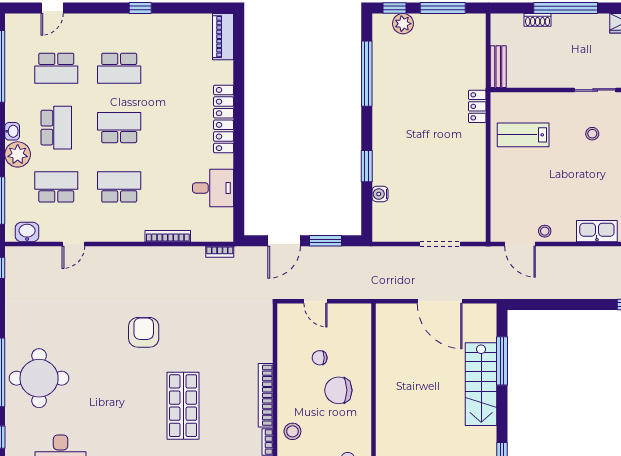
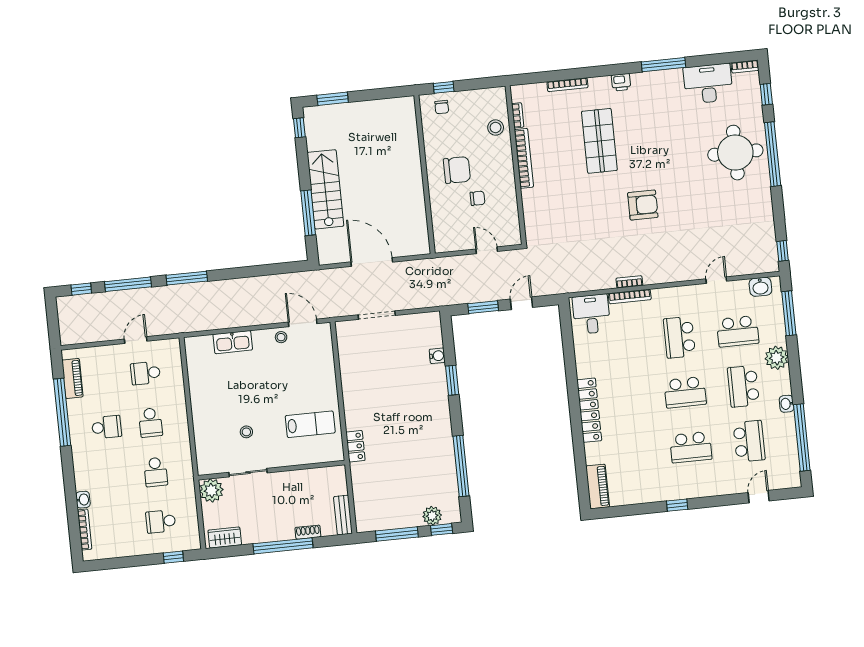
bench: (498, 67) -> (343, 515), moved
school desk: (56, 68) -> (749, 441), turned 90
school desk: (119, 68) -> (691, 447), turned 180
washbasin: (12, 131) -> (786, 404), moved
school desk: (119, 187) -> (679, 337), turned 90
desk: (213, 188) -> (591, 314), moved, turned 90
door: (284, 241) -> (522, 303), width x0.73
bookcase: (220, 252) -> (629, 282), moved
armchair: (144, 332) -> (643, 205), turned -90

